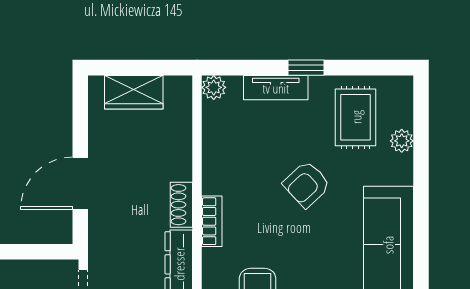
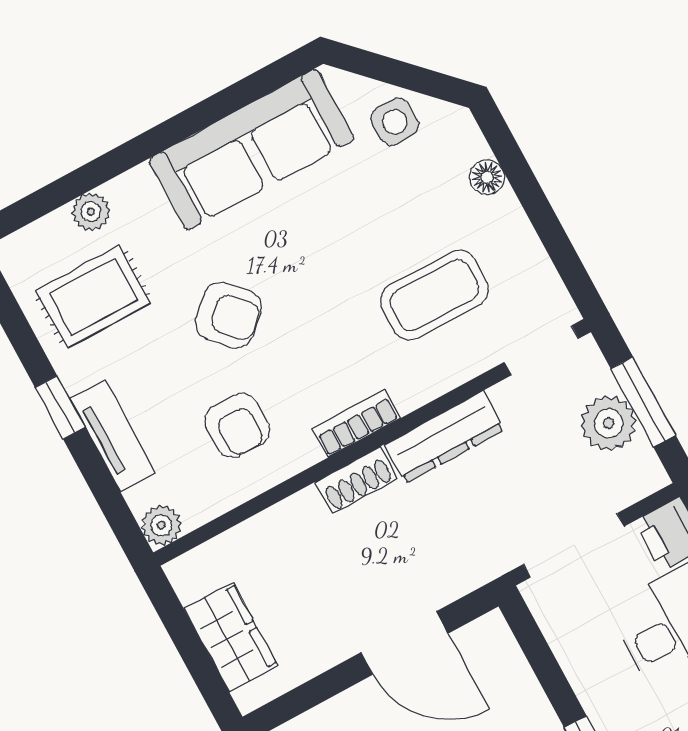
armchair: (245, 157) -> (237, 425), added

